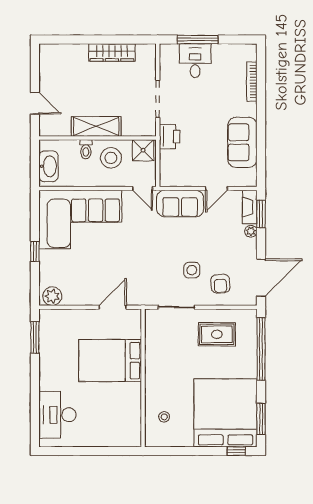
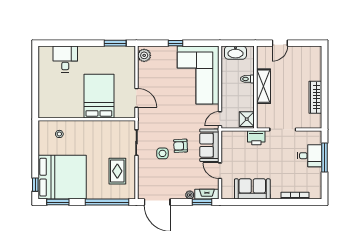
stool: (111, 158) -> (241, 97), removed
armchair: (220, 284) -> (181, 146), moved
desk: (57, 415) -> (65, 59), width x0.73

